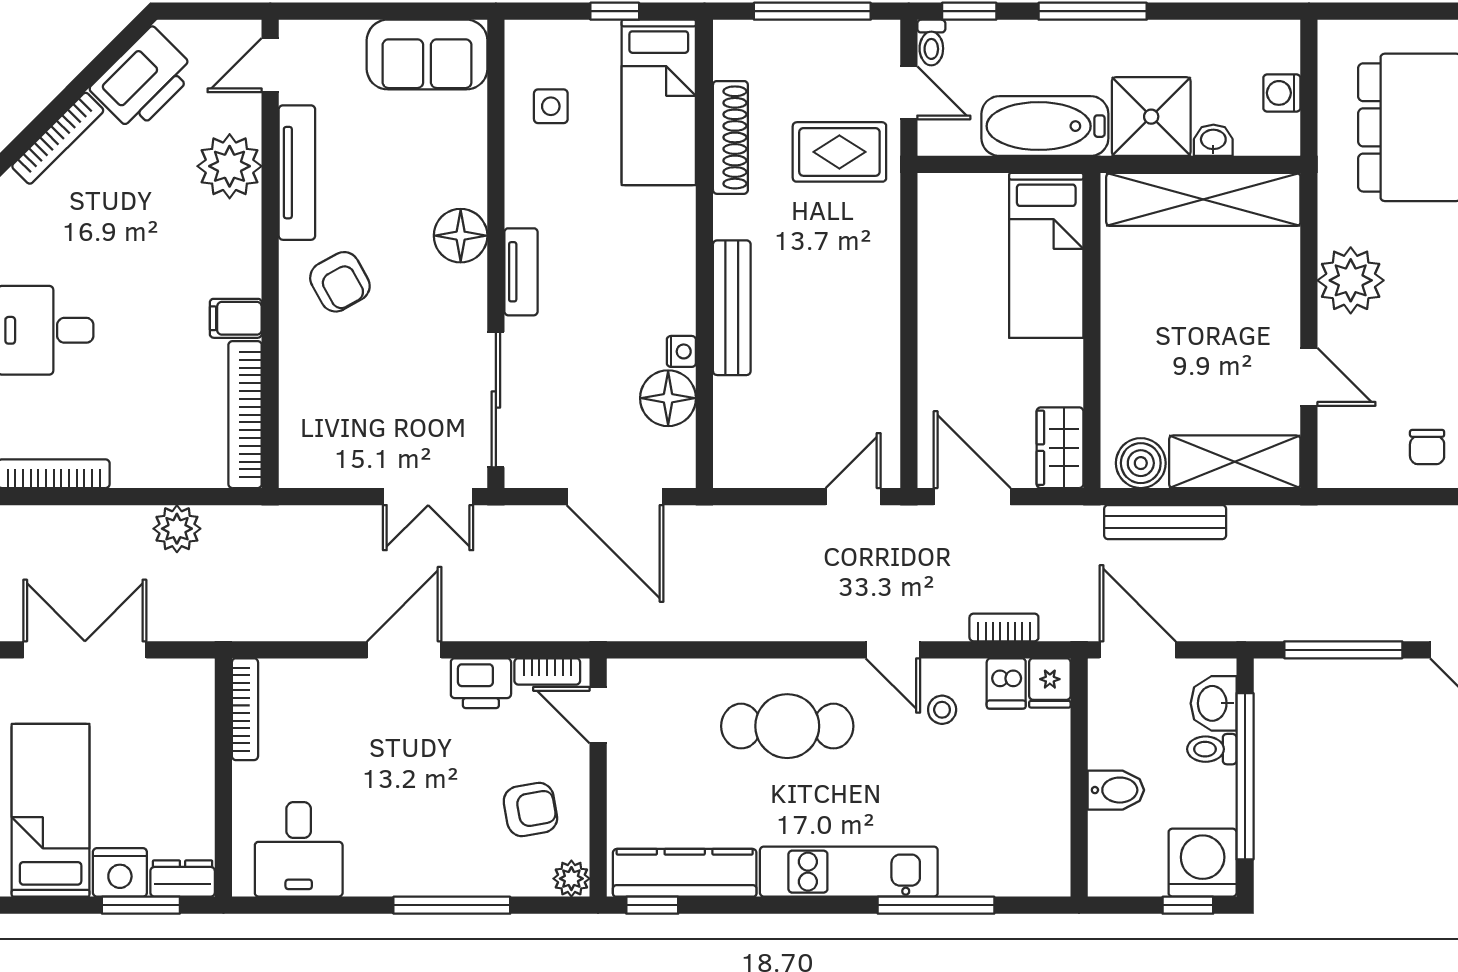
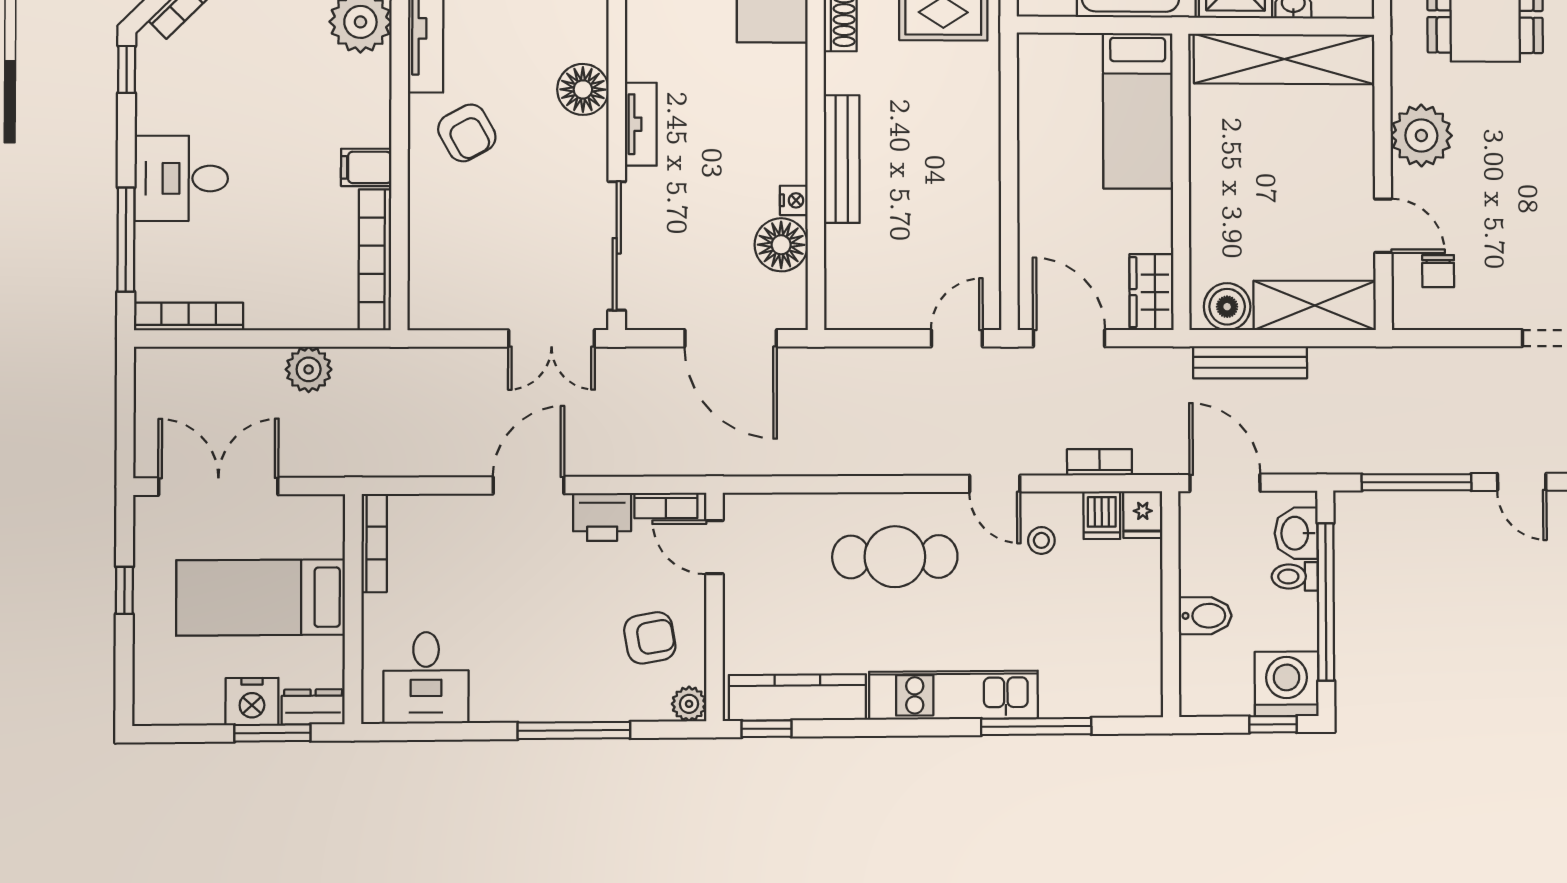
chair: (1427, 447) -> (1438, 271), moved
bed: (51, 810) -> (261, 597), moved, turned -90

